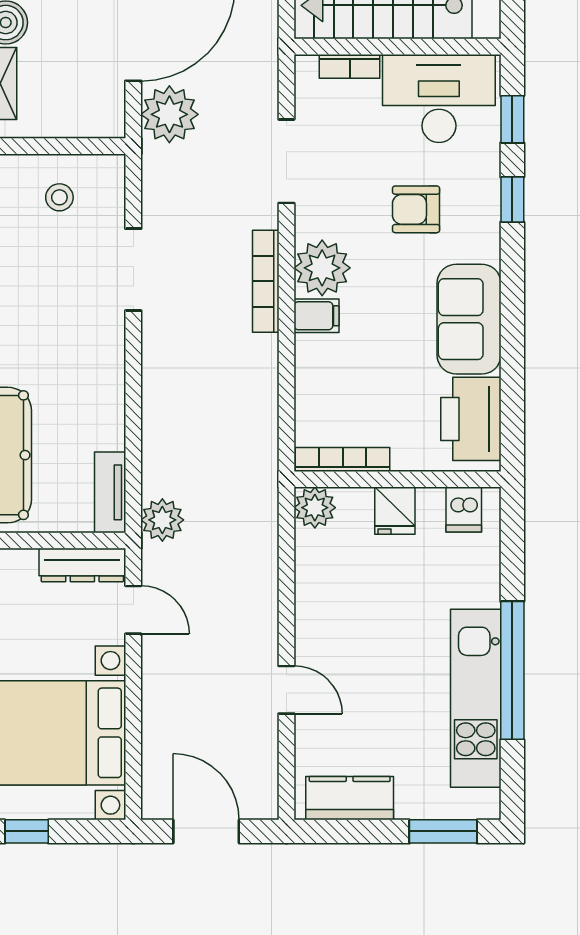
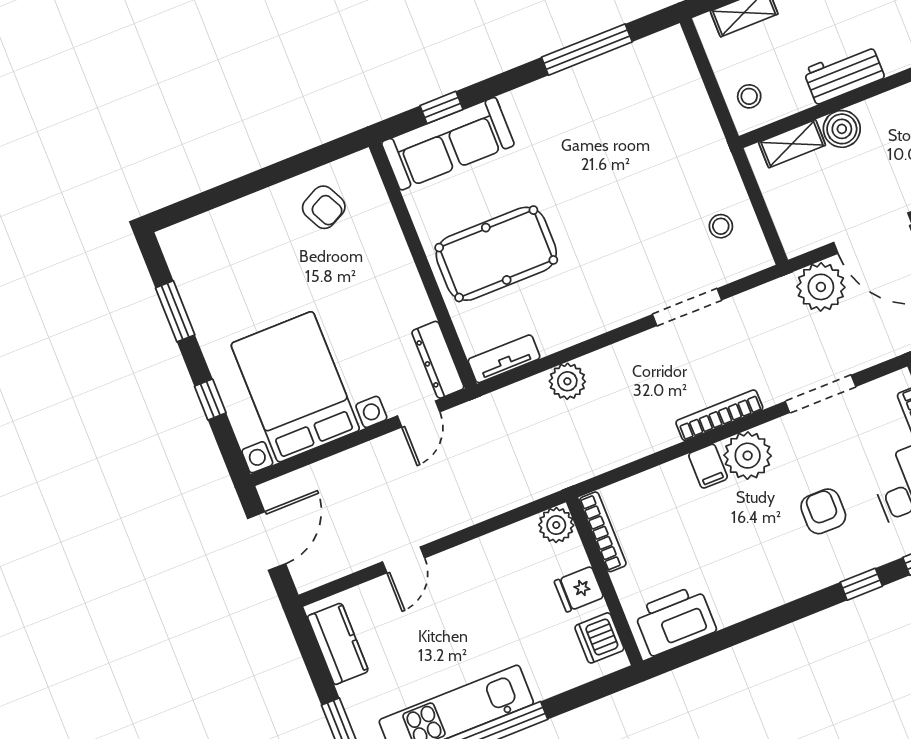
sofa: (469, 319) -> (753, 588), removed
dishwasher: (464, 509) -> (599, 638), width x1.38
plant: (162, 520) -> (567, 381), moved

